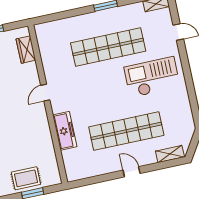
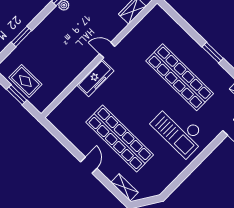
checkout: (152, 77) -> (179, 130), turned 180
freezer: (65, 131) -> (95, 78), moved

